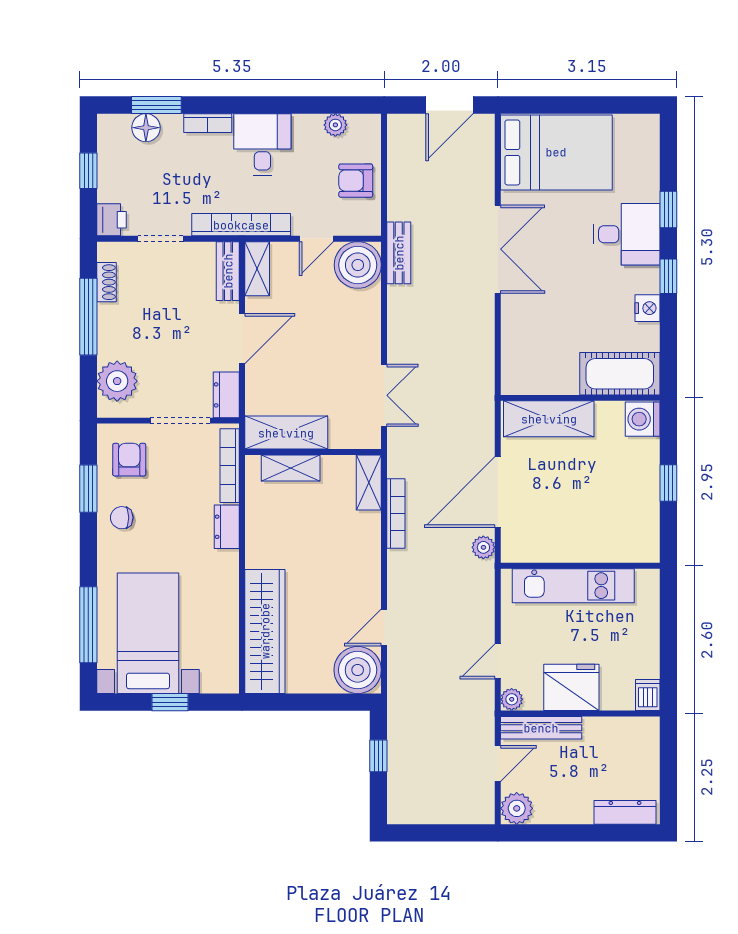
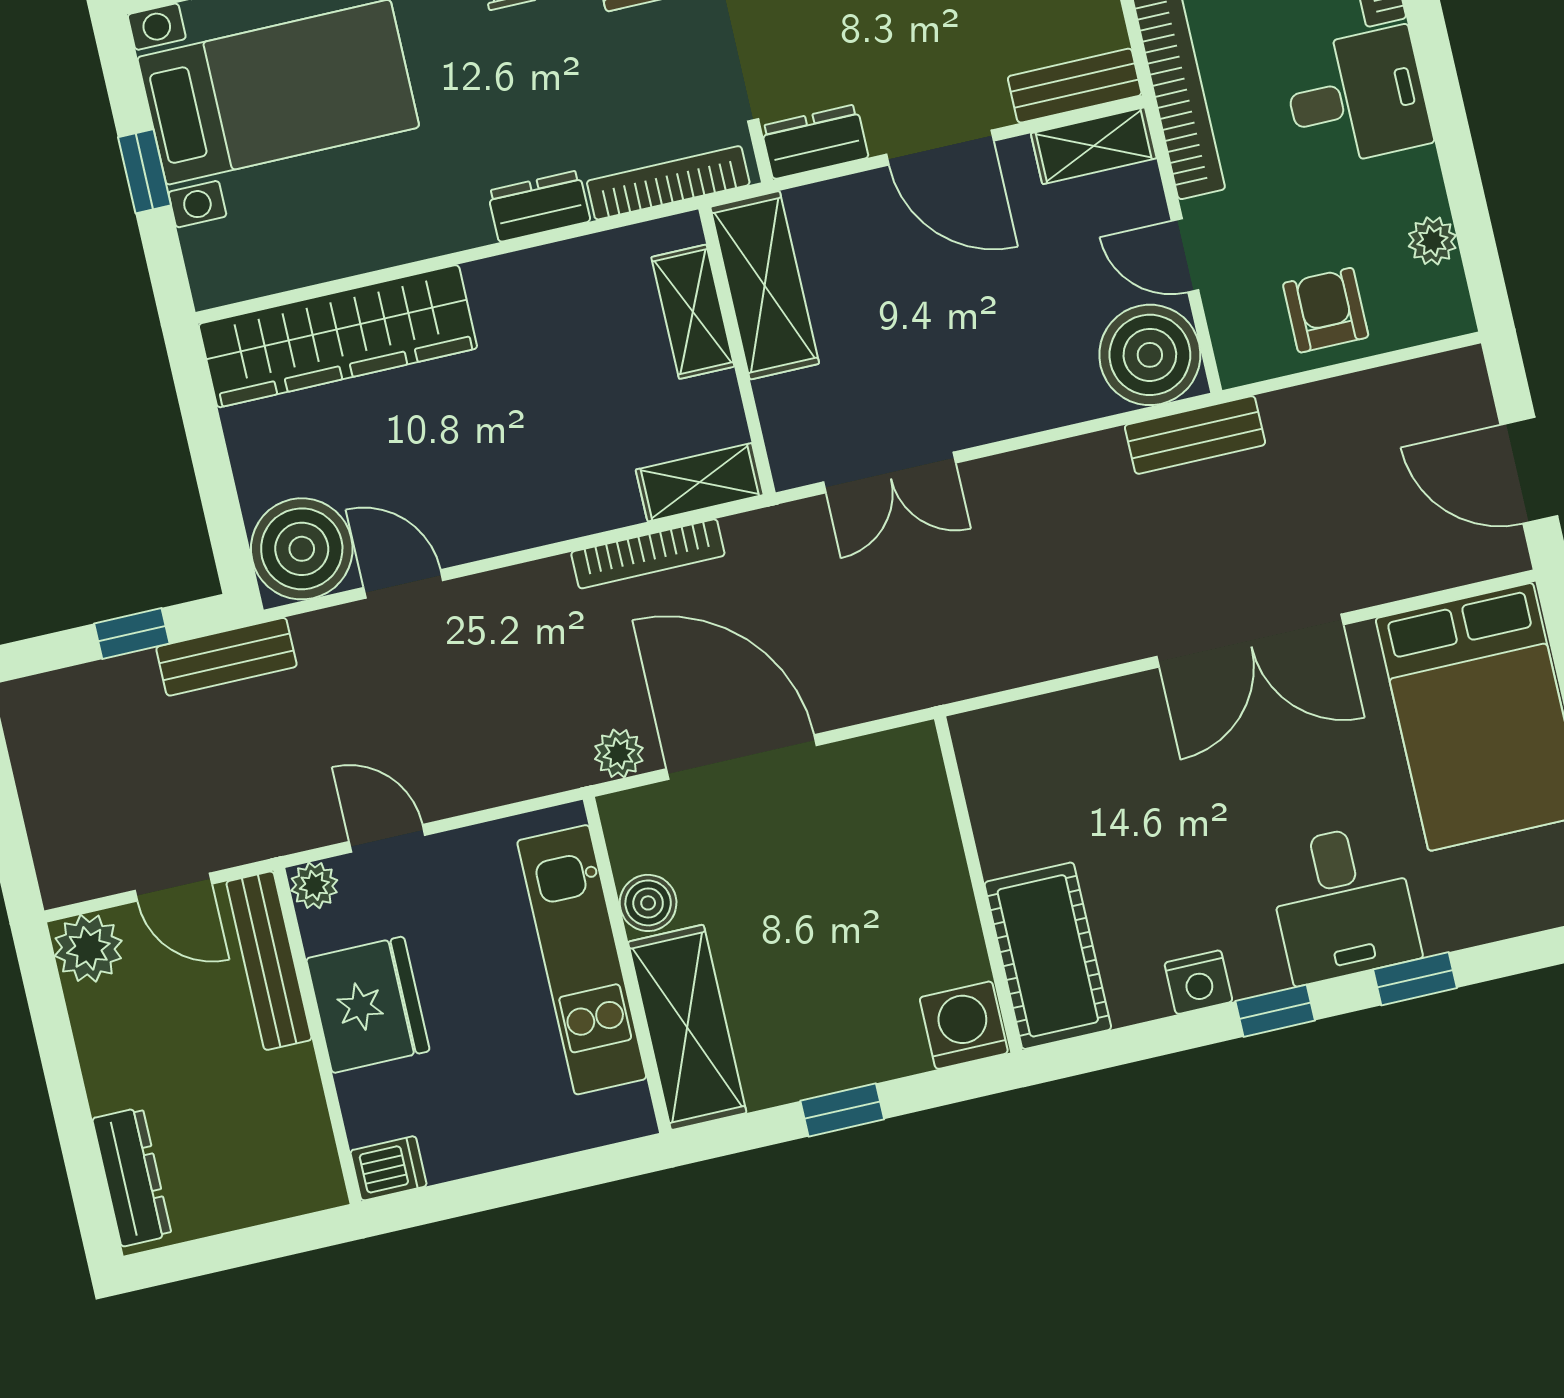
shelving: (549, 419) -> (687, 1027), moved
boiler: (554, 550) -> (648, 903), added
bench: (399, 715) -> (226, 657), added

